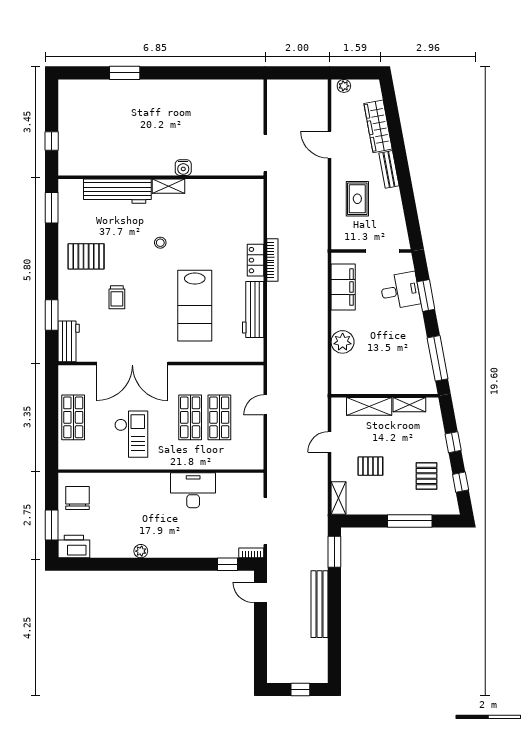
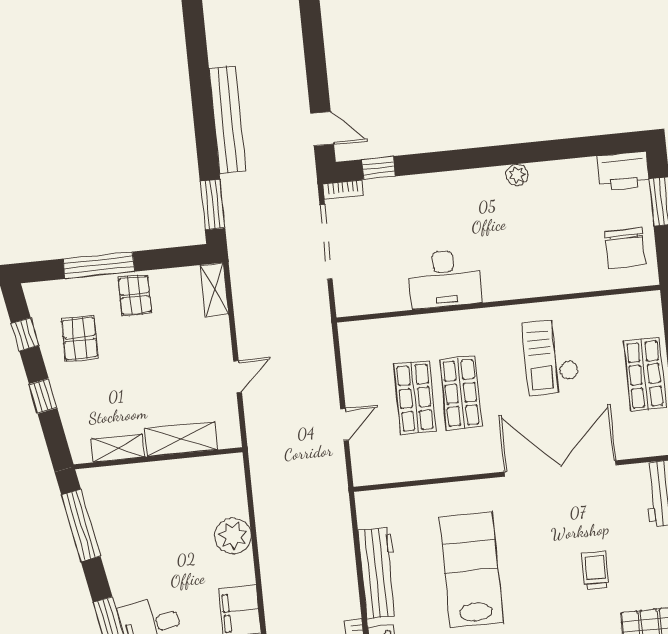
pallet: (370, 466) -> (135, 295), moved, turned 90

